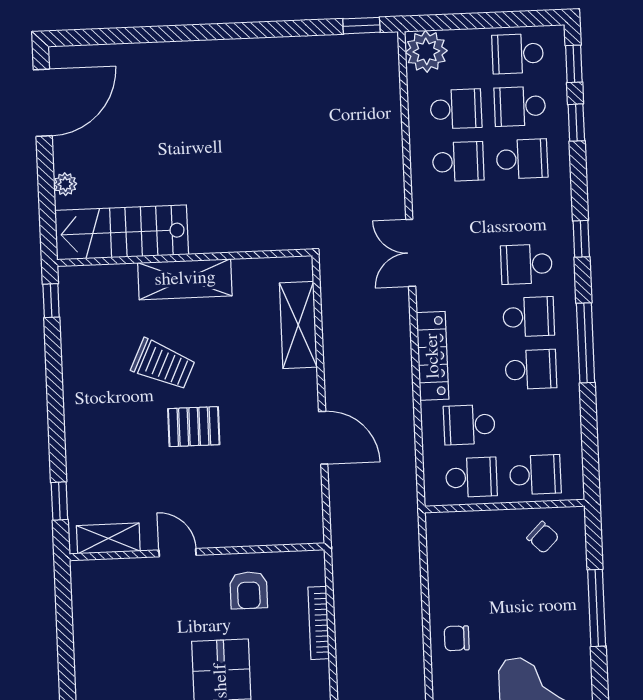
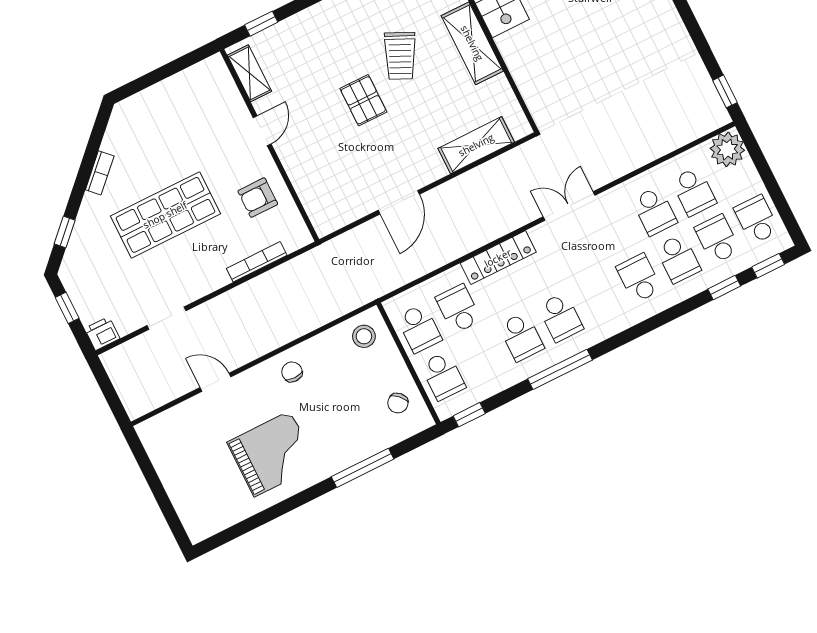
window: (581, 239) -> (469, 415), moved
school desk: (526, 264) -> (639, 278), moved
stool: (453, 542) -> (364, 336), added

